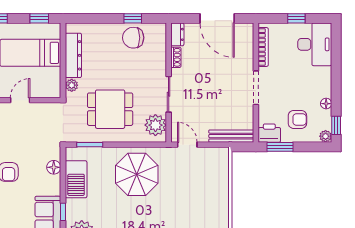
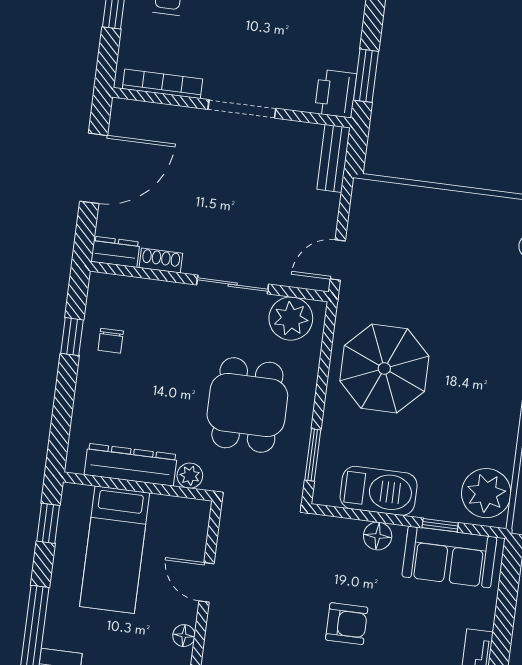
chair: (133, 38) -> (111, 341), width x0.54, depth x0.54
armchair: (297, 119) -> (316, 34), removed
bench: (231, 136) -> (333, 158), width x0.73
floor lamp: (54, 167) -> (378, 536), moved

